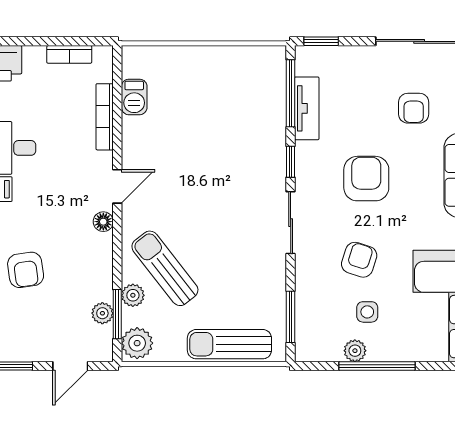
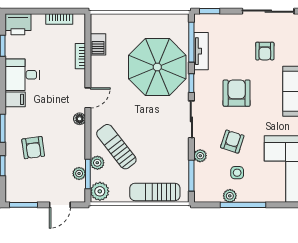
bookcase: (105, 117) -> (80, 56), width x0.64
parasol: (233, 135) -> (157, 67), added
plant: (305, 283) -> (200, 156), added

